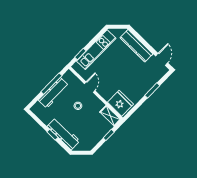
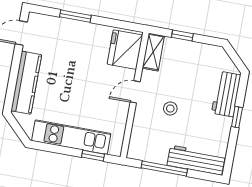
door: (90, 87) -> (135, 92), moved
workbench: (54, 93) -> (196, 160), moved
workbench: (64, 134) -> (226, 94), width x0.73

